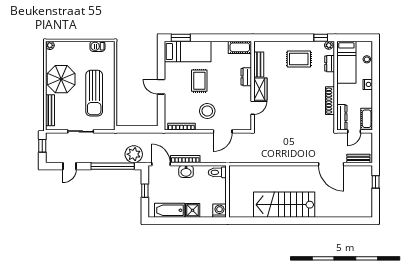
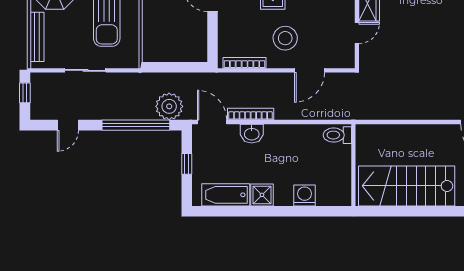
toilet: (217, 172) -> (337, 135), moved
wall: (228, 191) -> (353, 165), moved

